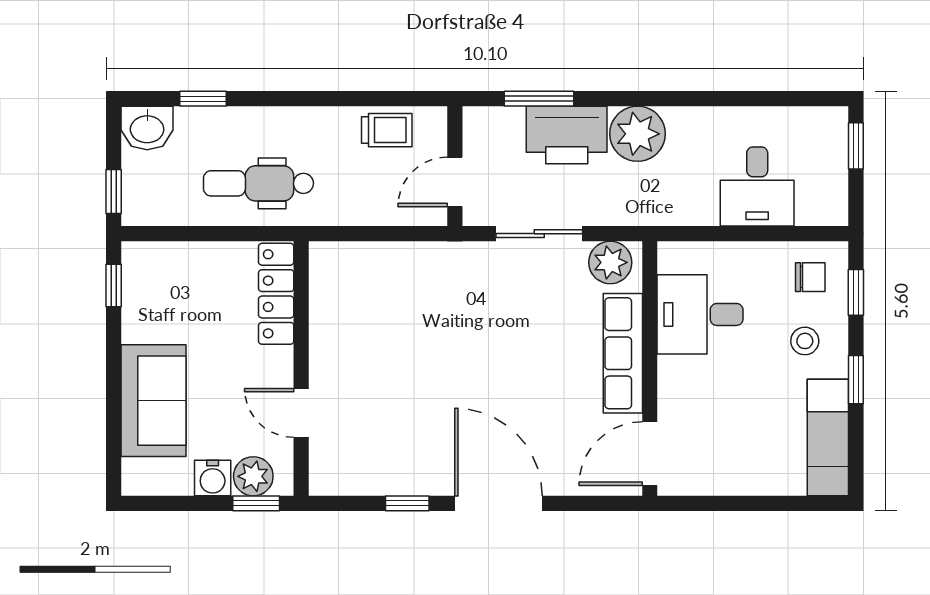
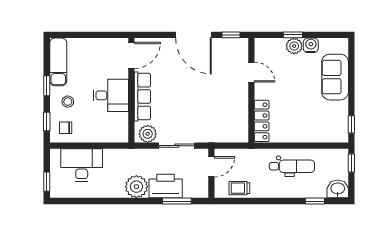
desk: (757, 186) -> (82, 165), width x1.37
locker: (276, 294) -> (262, 121), moved
desk: (700, 314) -> (111, 95), moved
wall: (301, 369) -> (251, 90), moved
door: (301, 413) -> (251, 72), moved

